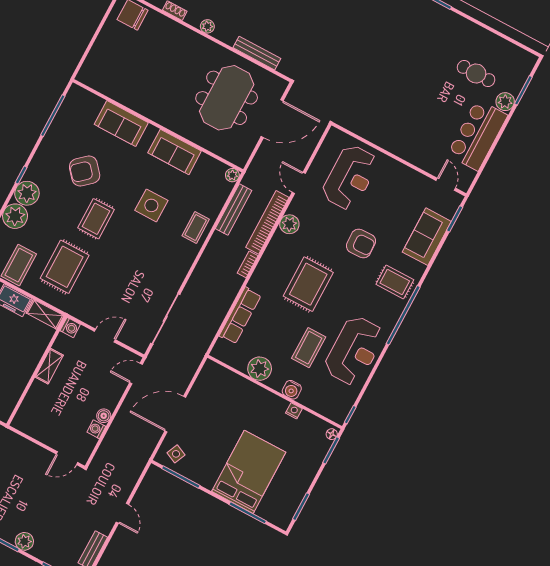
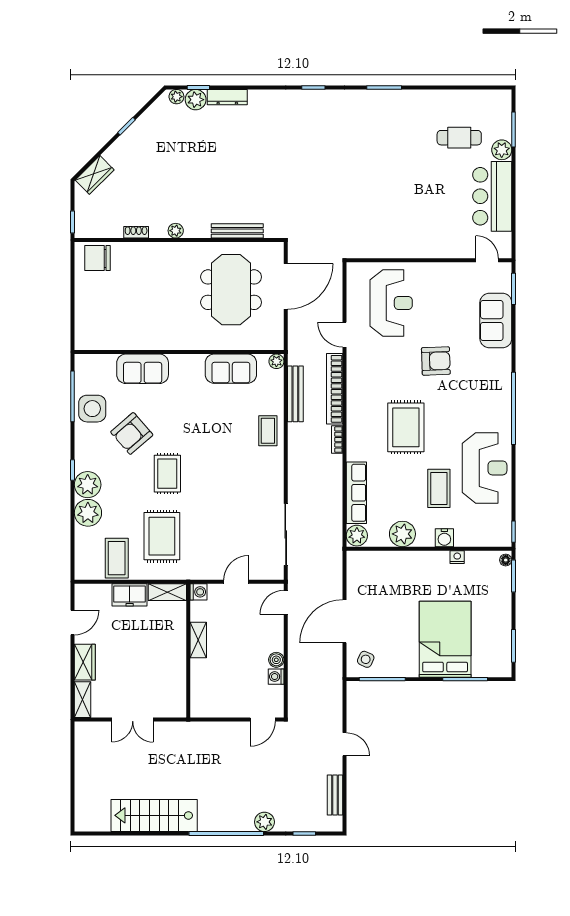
sofa: (175, 152) -> (231, 369), moved
side table: (151, 205) -> (92, 409), moved
plant: (289, 224) -> (357, 536), moved
rug: (395, 282) -> (488, 381), removed

